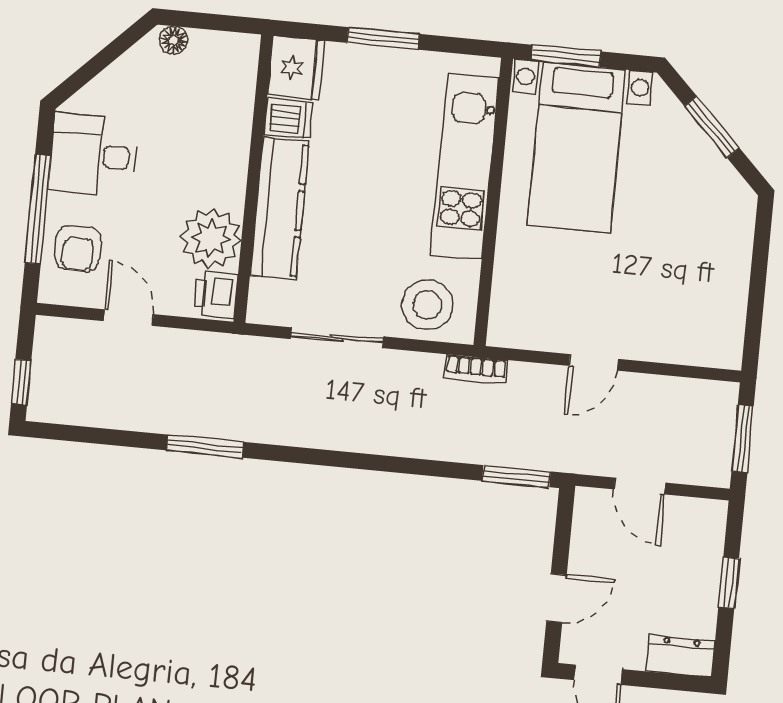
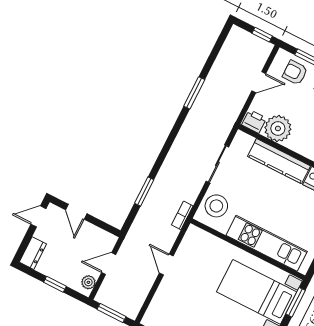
window: (21, 382) -> (262, 35), moved
window: (516, 476) -> (144, 192), moved
plant: (696, 513) -> (88, 282), added

